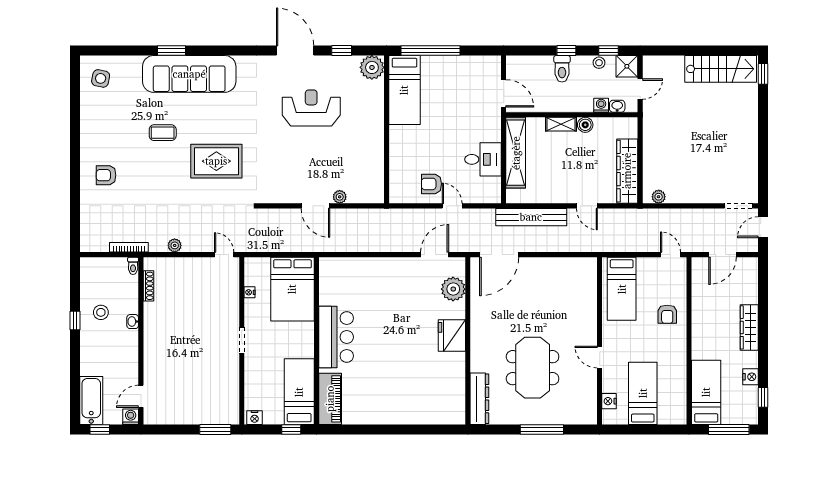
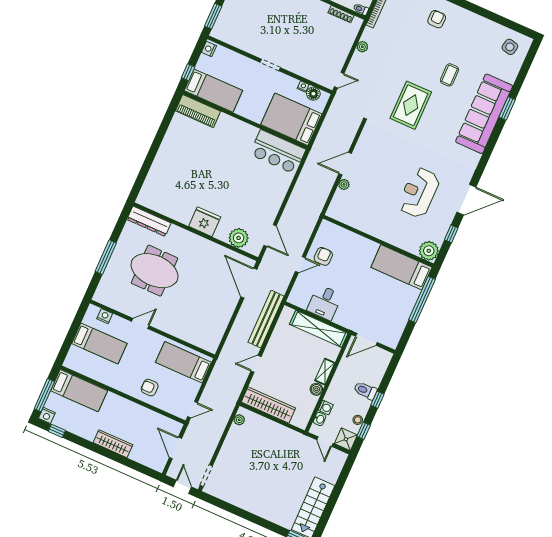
reception desk: (311, 108) -> (419, 193), turned 180
floor lamp: (252, 277) -> (313, 94), added
bar counter: (336, 337) -> (278, 152), moved
nightstand: (751, 377) -> (47, 415), moved

